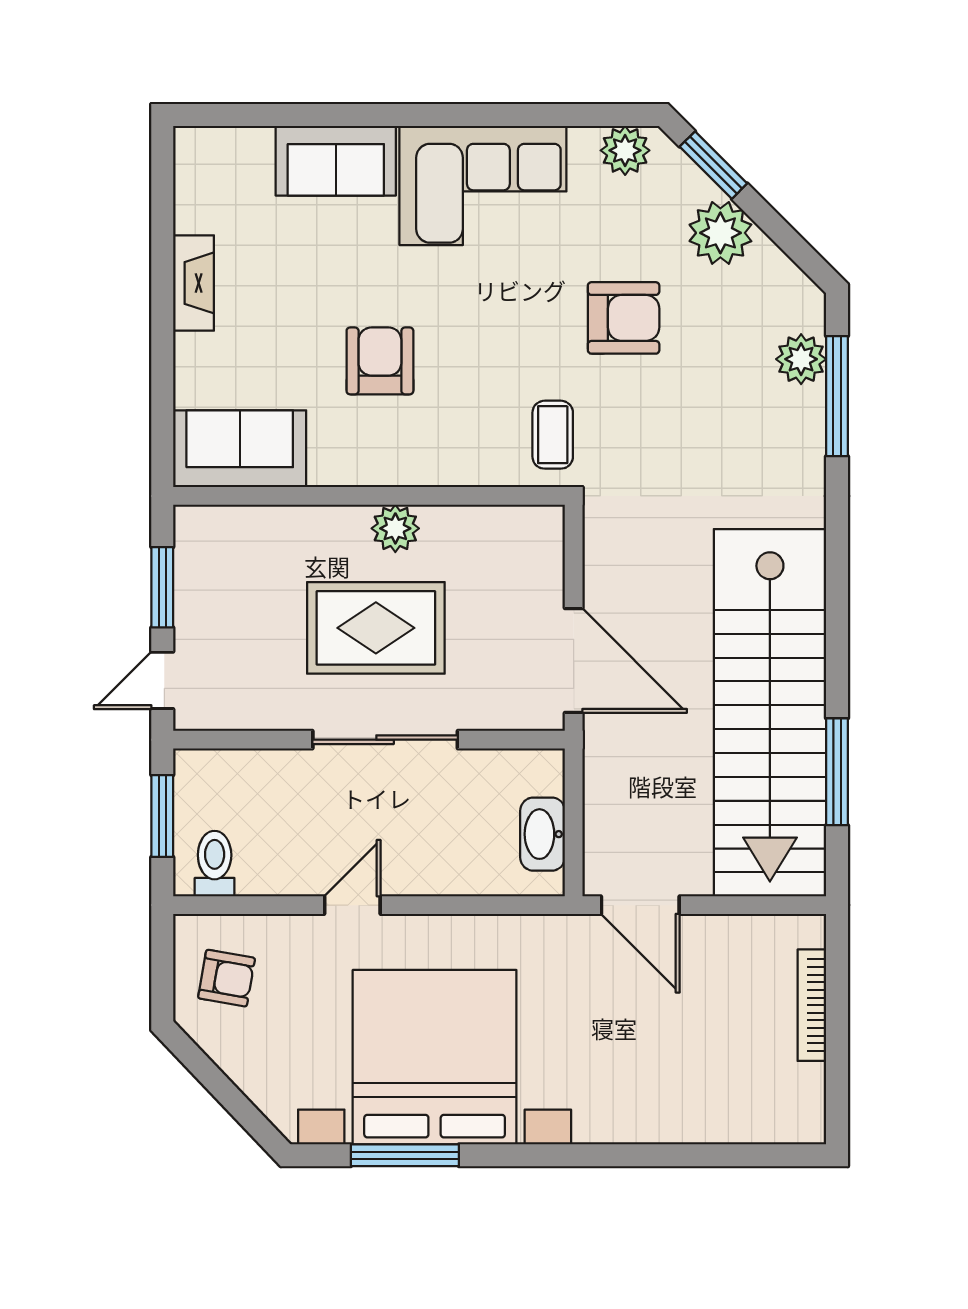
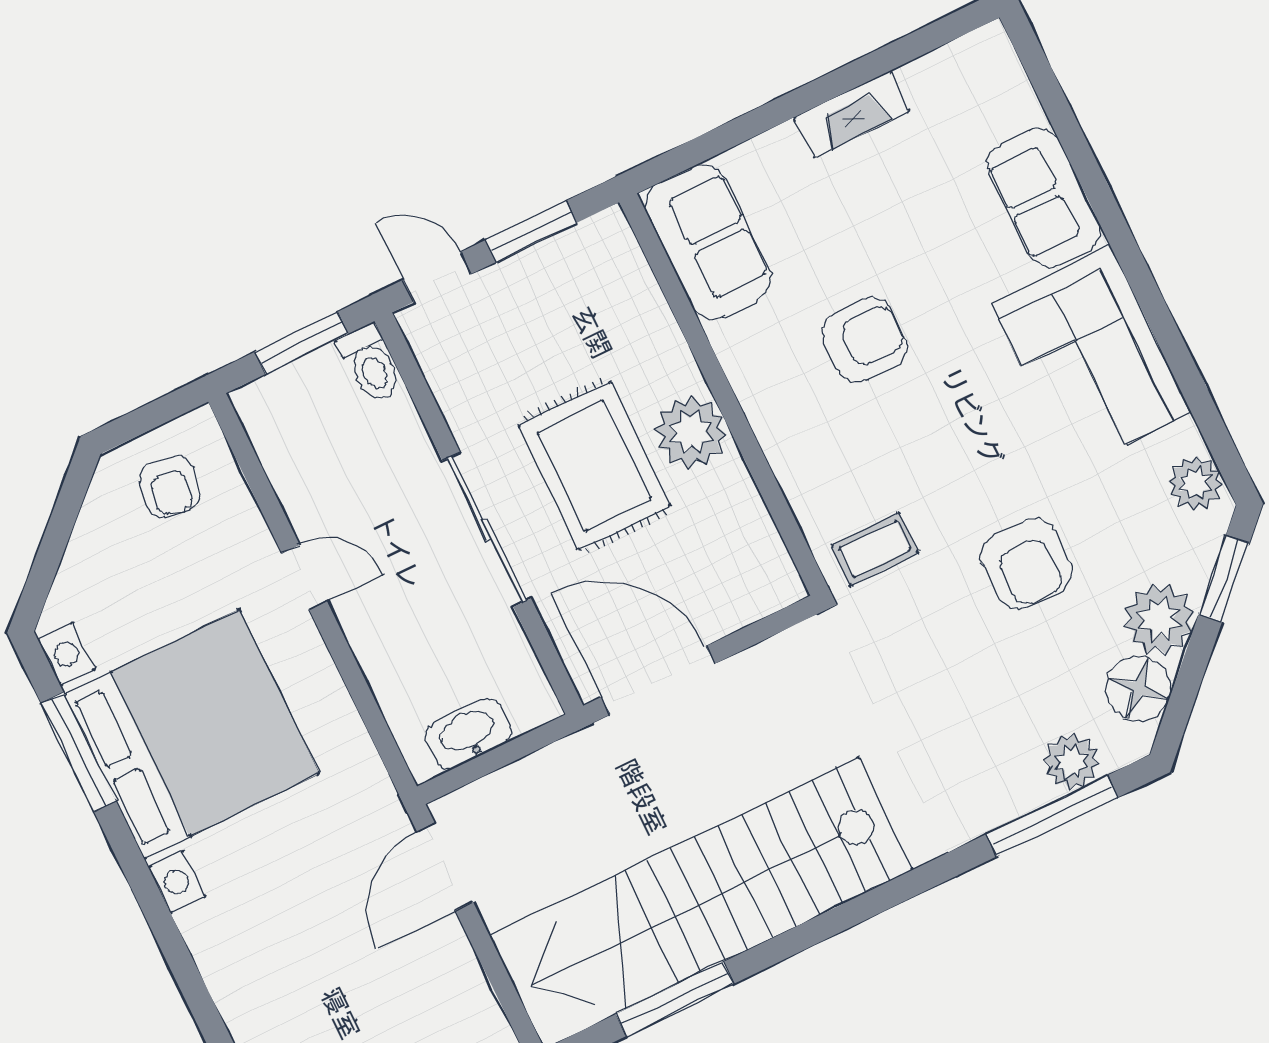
floor lamp: (768, 277) -> (1138, 689), added
plant: (395, 528) -> (691, 432), width x1.36, depth x1.36
door: (574, 661) -> (658, 680), swing flipped
toilet: (215, 864) -> (370, 364), moved, turned 90

